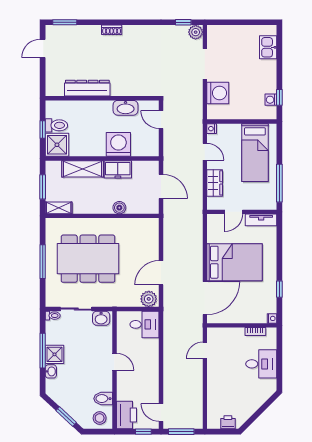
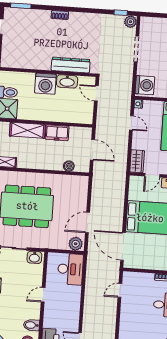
dresser: (87, 88) -> (71, 65), moved
washing machine: (218, 93) -> (145, 85), moved
washing machine: (118, 144) -> (45, 84), moved, turned 180
wardrobe: (215, 183) -> (137, 161), moved
boiler: (119, 208) -> (69, 166), moved
door: (205, 298) -> (123, 246), swing flipped
desk: (145, 324) -> (70, 269), width x1.37
door: (114, 362) -> (43, 295), swing flipped

